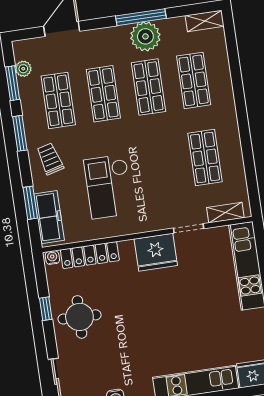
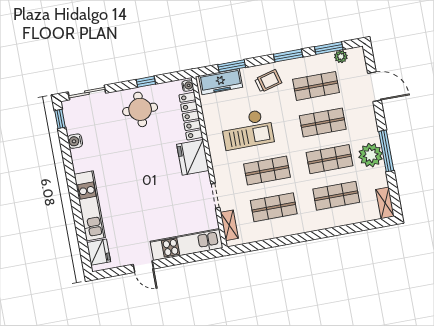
shop shelf: (160, 164) -> (267, 171), added
checkout: (109, 187) -> (247, 129), turned 180
fridge: (156, 252) -> (193, 157), moved

